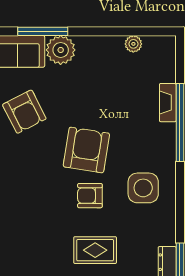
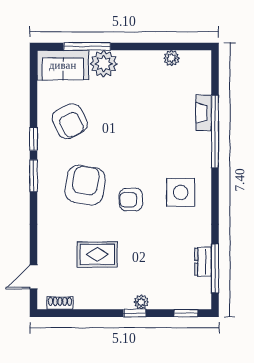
armchair: (86, 150) -> (85, 185), moved
rug: (95, 250) -> (97, 254), moved

